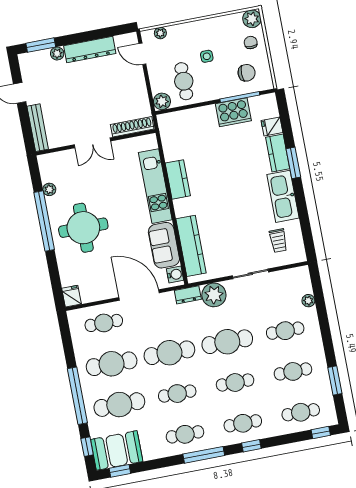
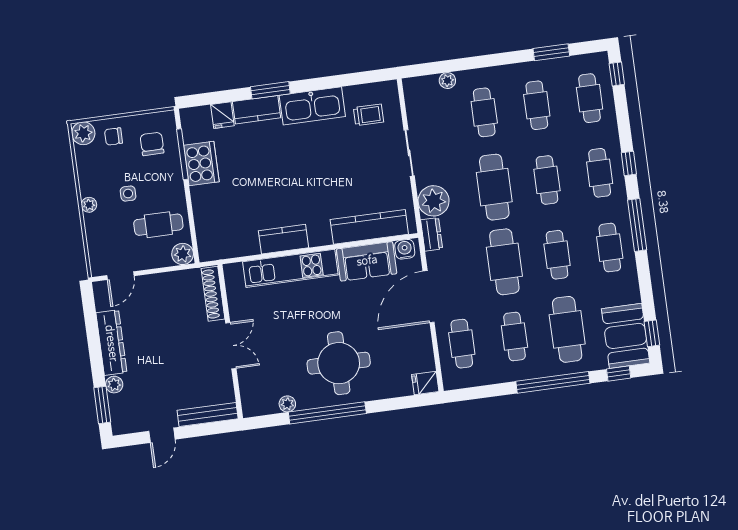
plant: (160, 33) -> (89, 205), moved
cafe table: (112, 364) -> (514, 336), width x0.73, depth x0.74

